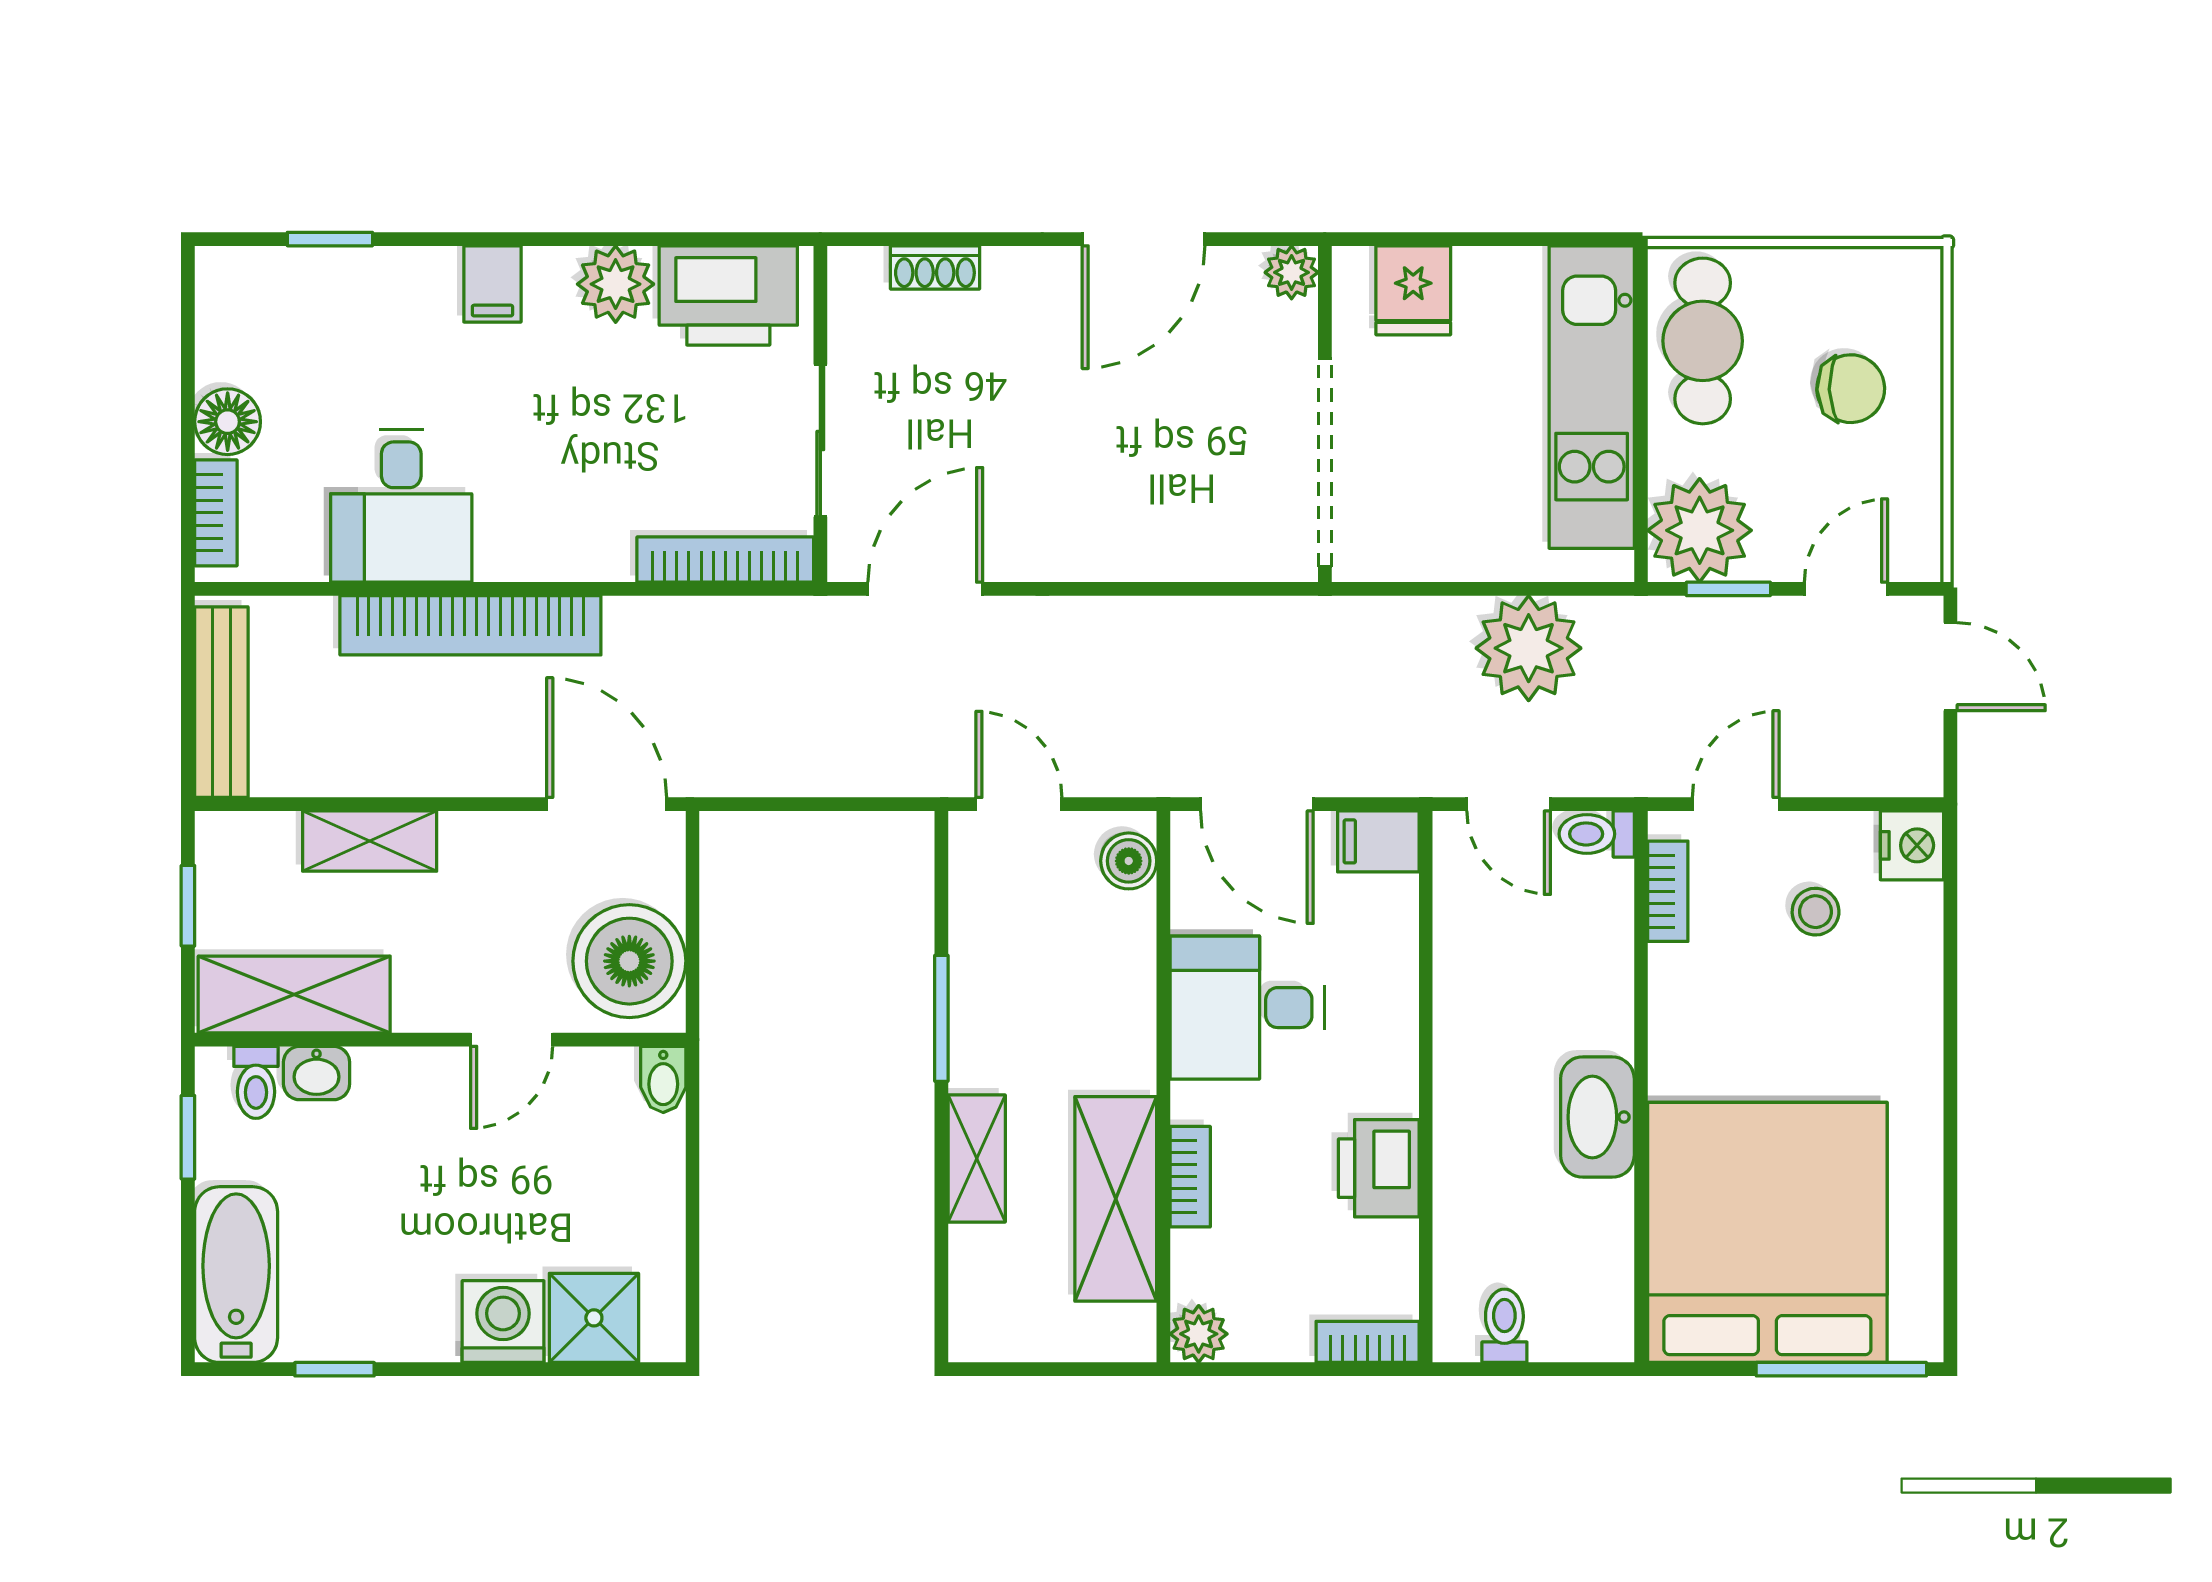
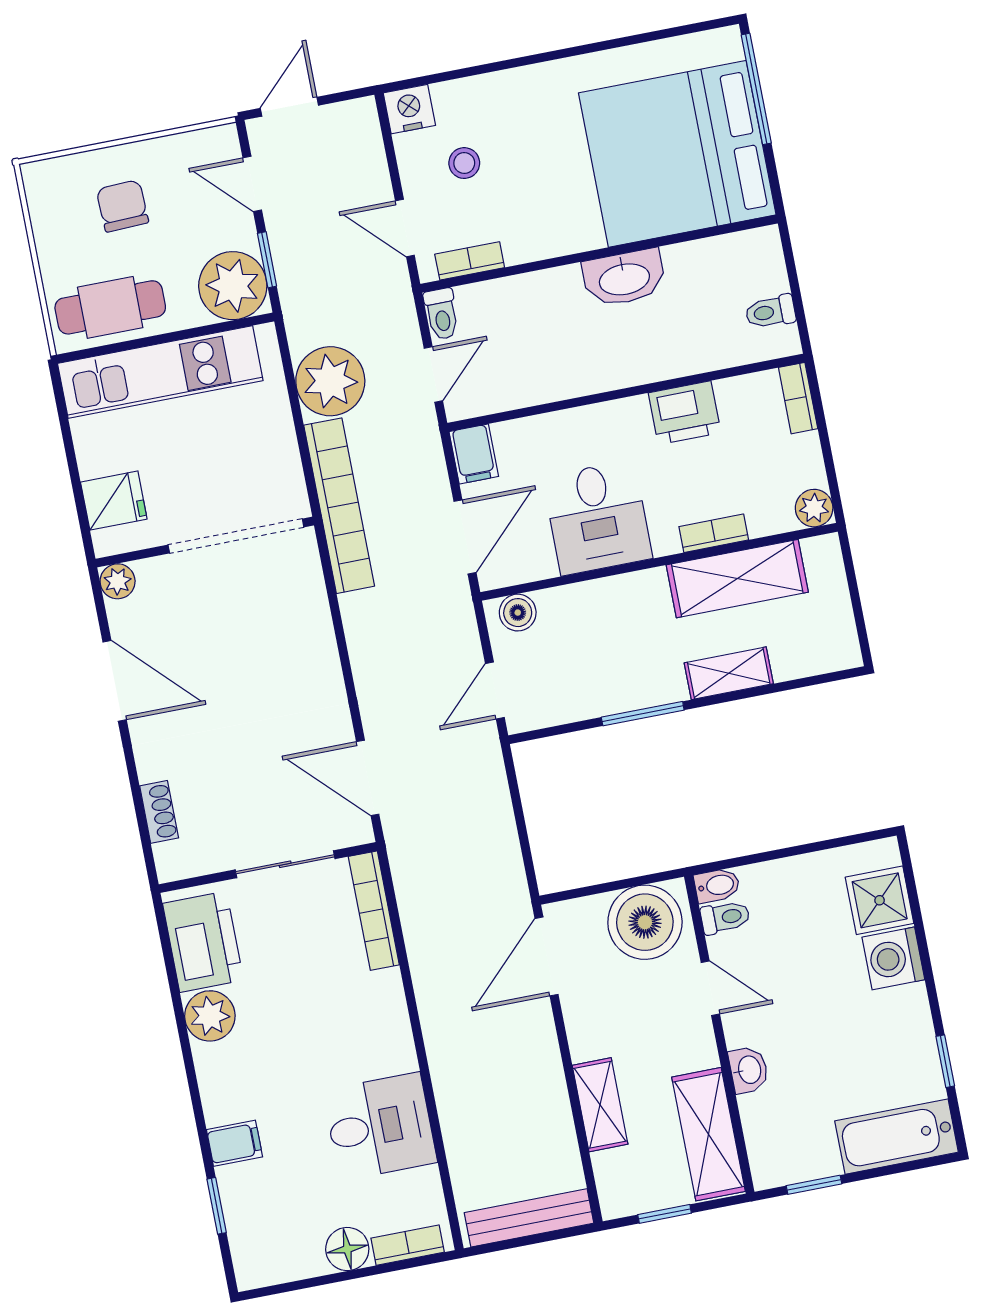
filing cabinet: (492, 284) -> (234, 1143), moved
bookcase: (470, 625) -> (339, 506), moved
washbasin: (317, 1073) -> (749, 1070), moved
toilet: (256, 1082) -> (725, 917), moved

